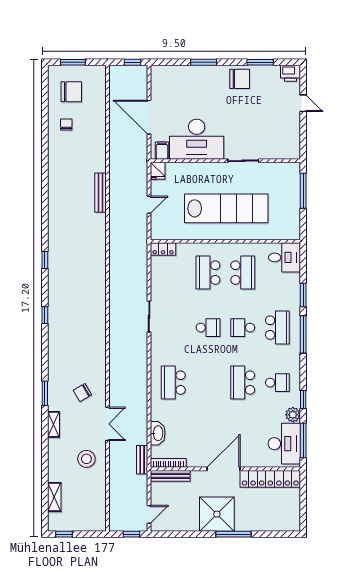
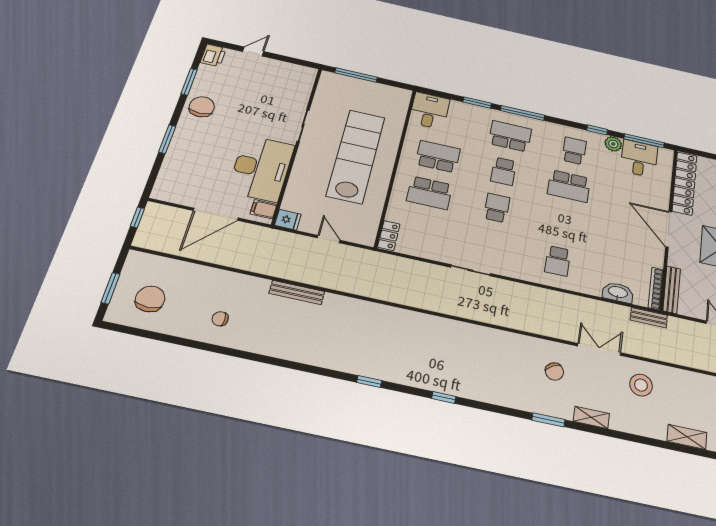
chair: (66, 124) -> (220, 319), moved
school desk: (173, 383) -> (558, 261), width x0.54
desk: (284, 444) -> (639, 159), width x0.73

